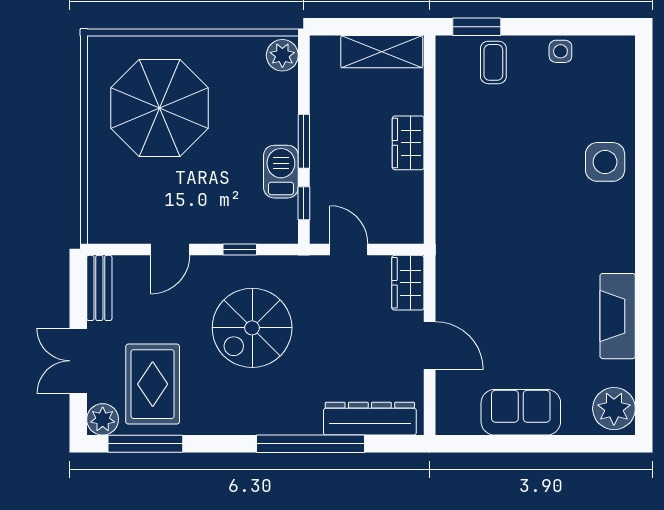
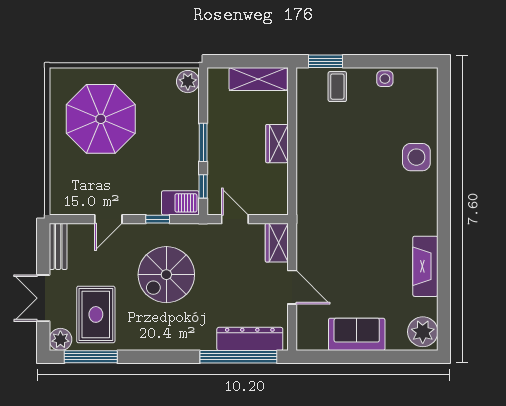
barbecue: (281, 172) -> (180, 203), moved, turned 90
window: (310, 444) -> (238, 357), moved

